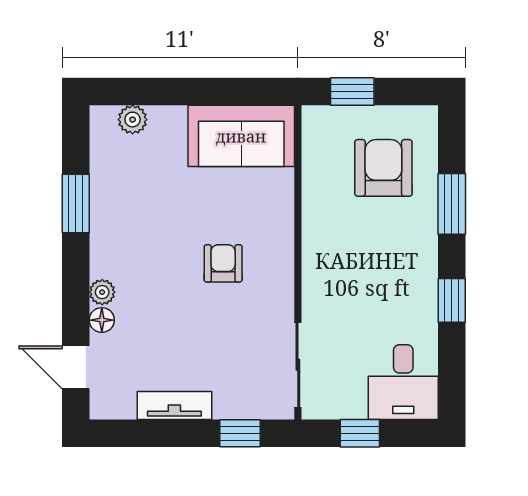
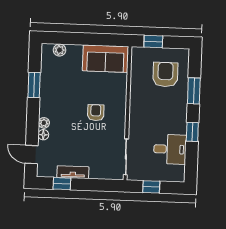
desk: (403, 382) -> (170, 149), moved, turned -90
window: (240, 433) -> (62, 184), moved

